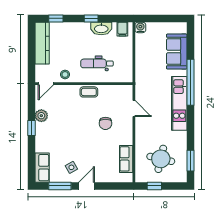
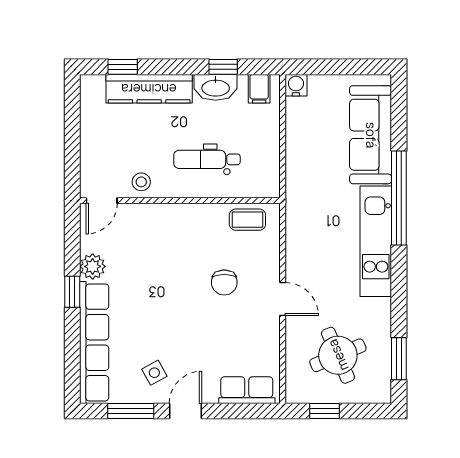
window: (91, 18) -> (223, 67), moved
kitchen counter: (42, 43) -> (149, 89), moved, turned 90
sofa: (177, 52) -> (371, 135), width x1.36
coffee table: (89, 92) -> (247, 220), moved
door: (134, 108) -> (283, 299), moved
row of seats: (126, 159) -> (247, 390), moved, turned 90
round table: (161, 159) -> (338, 355), turned -36
row of seats: (42, 168) -> (94, 342), width x2.02

